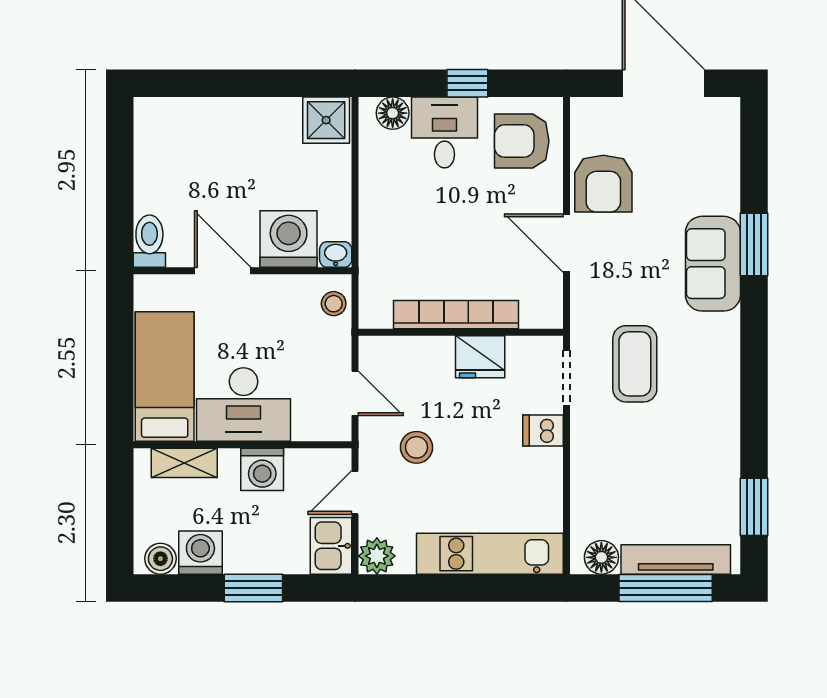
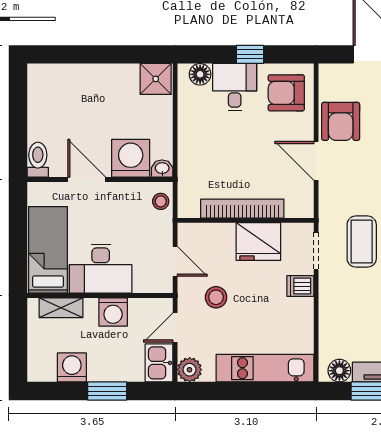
fridge: (480, 357) -> (258, 242), width x1.36, depth x1.34
boiler: (160, 559) -> (45, 372), removed

